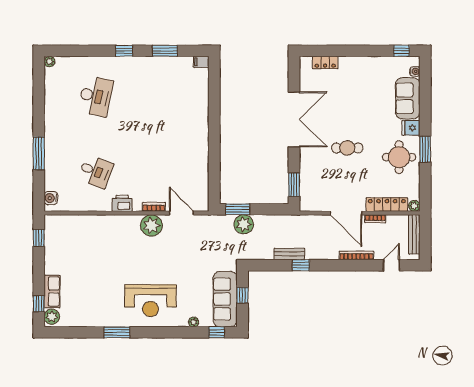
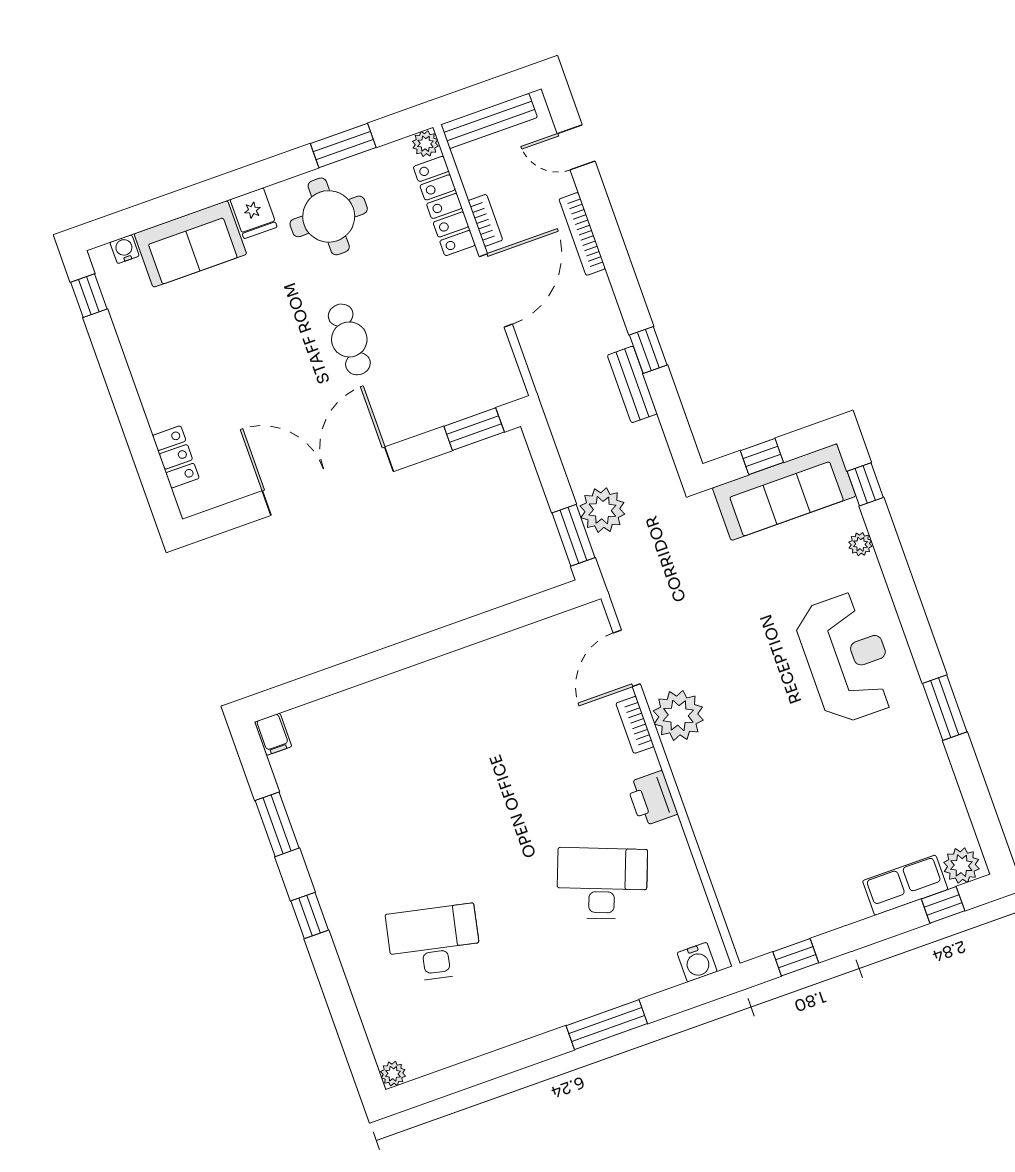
window: (425, 149) -> (343, 145), moved
desk: (96, 171) -> (602, 883), width x1.37

